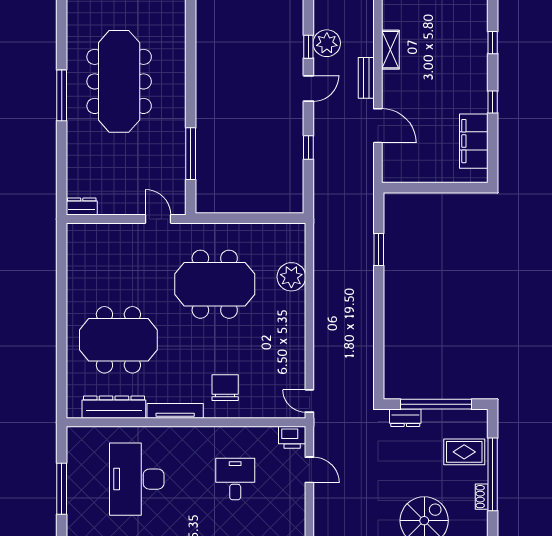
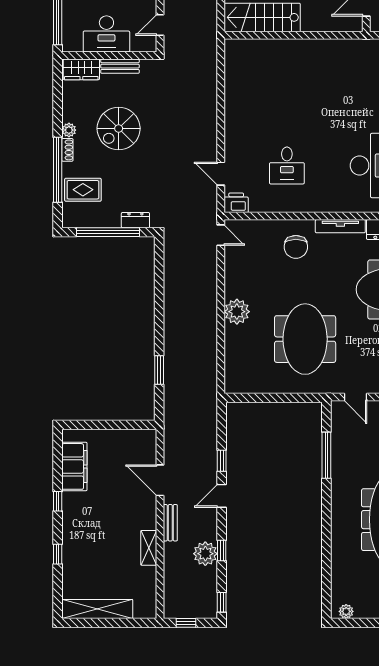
door: (308, 88) -> (222, 496), moved
plant: (291, 277) -> (237, 312), moved
meeting table: (215, 284) -> (305, 339), turned 90
plant: (480, 519) -> (69, 130), added

